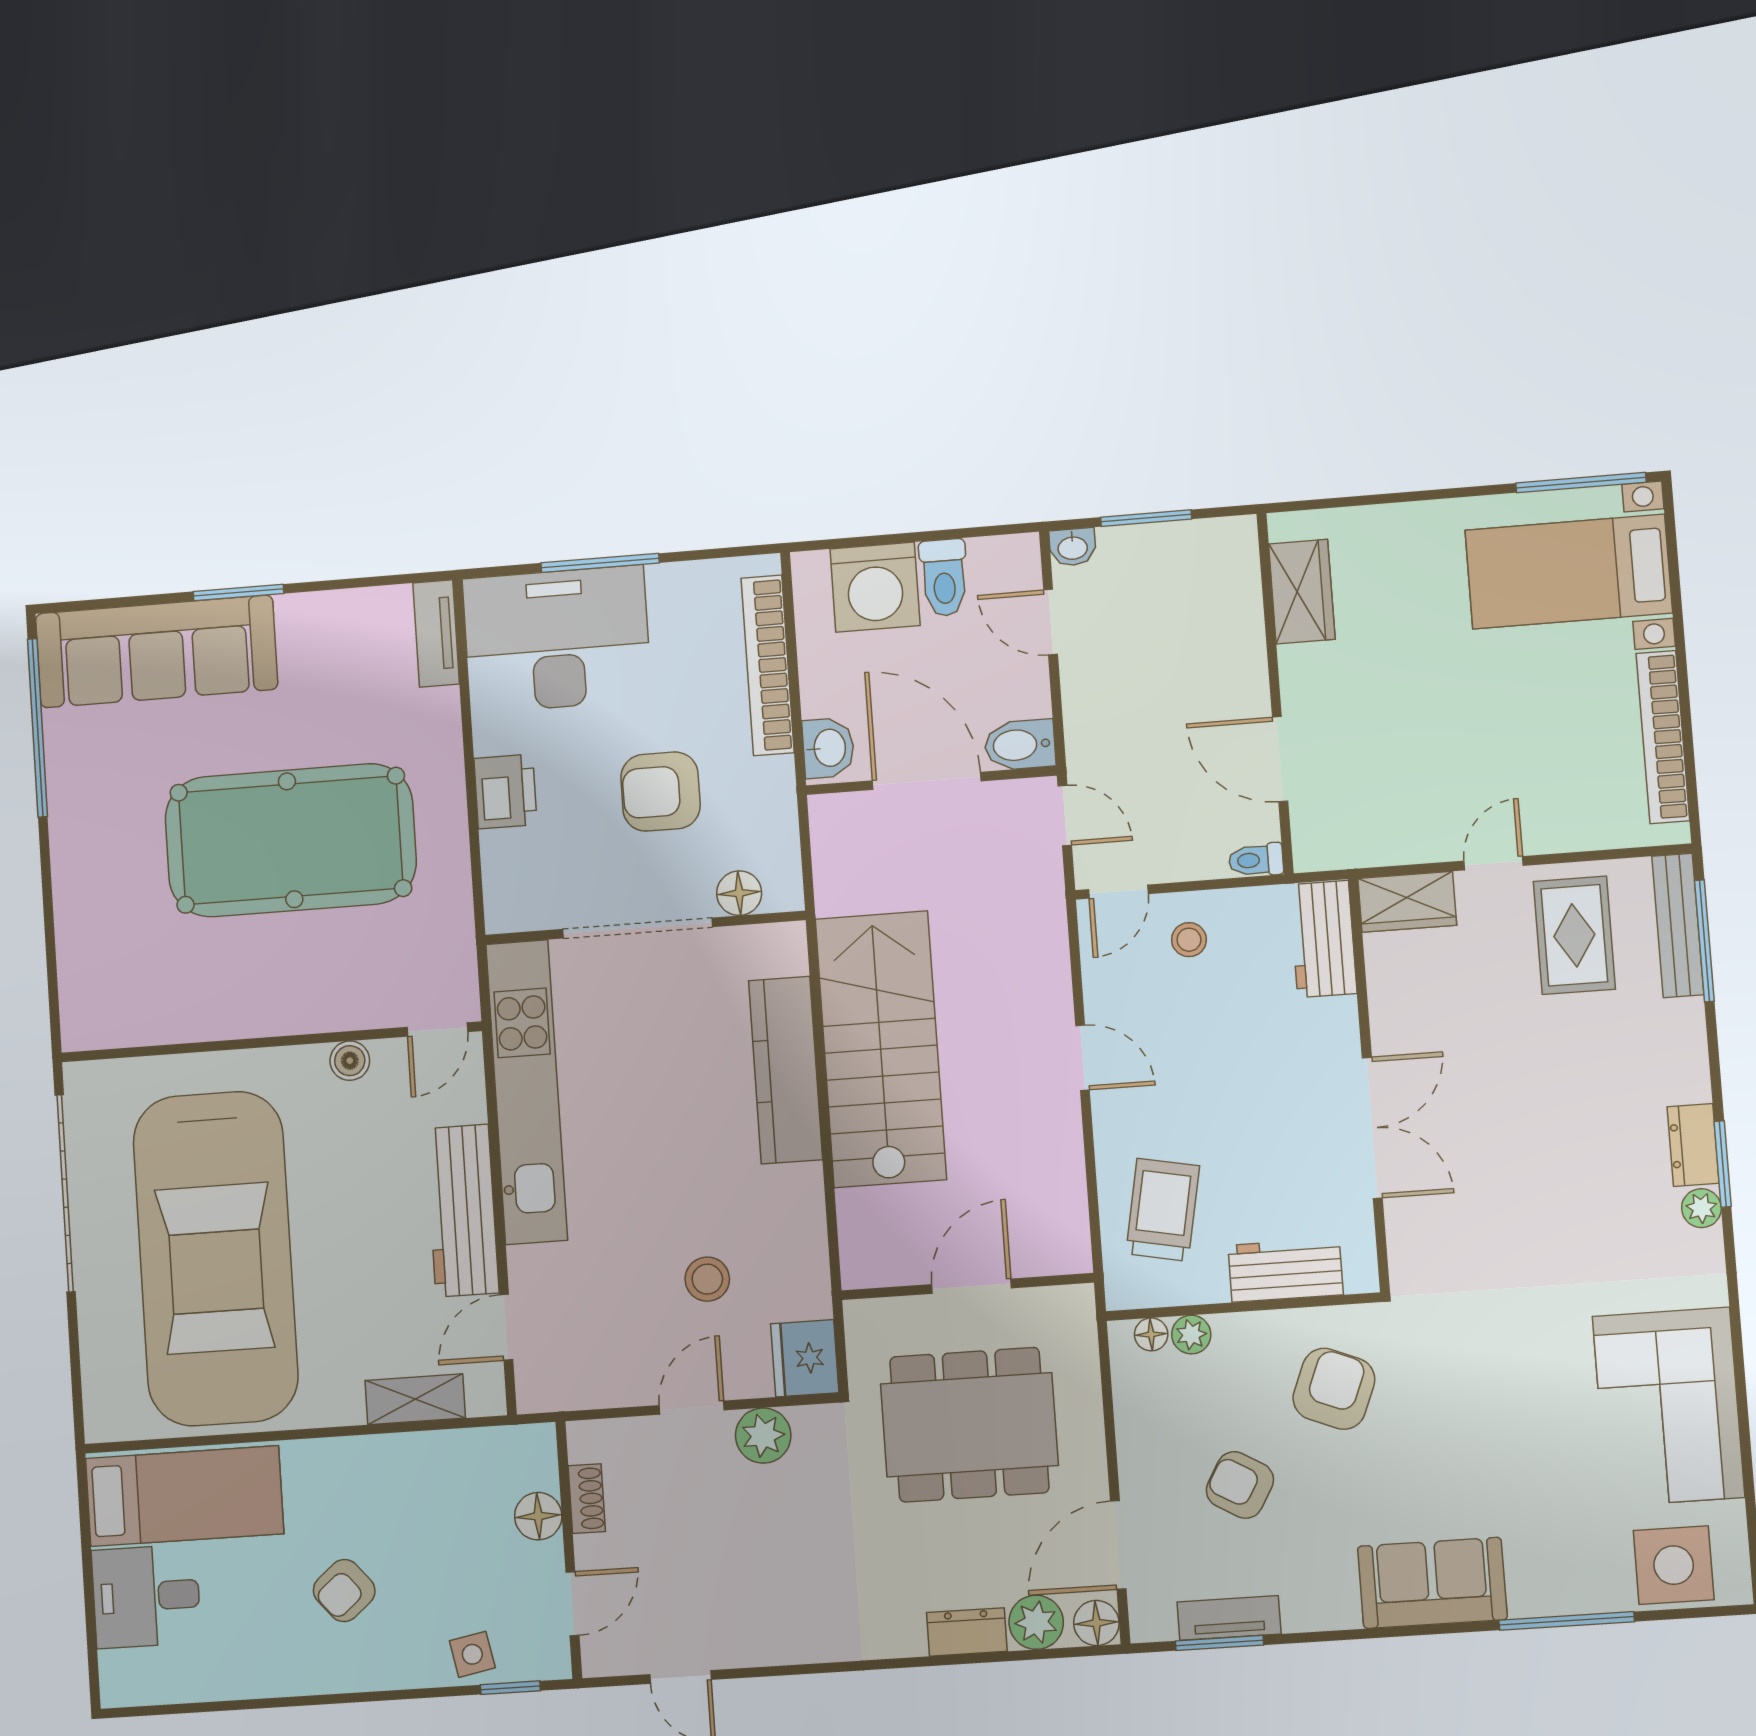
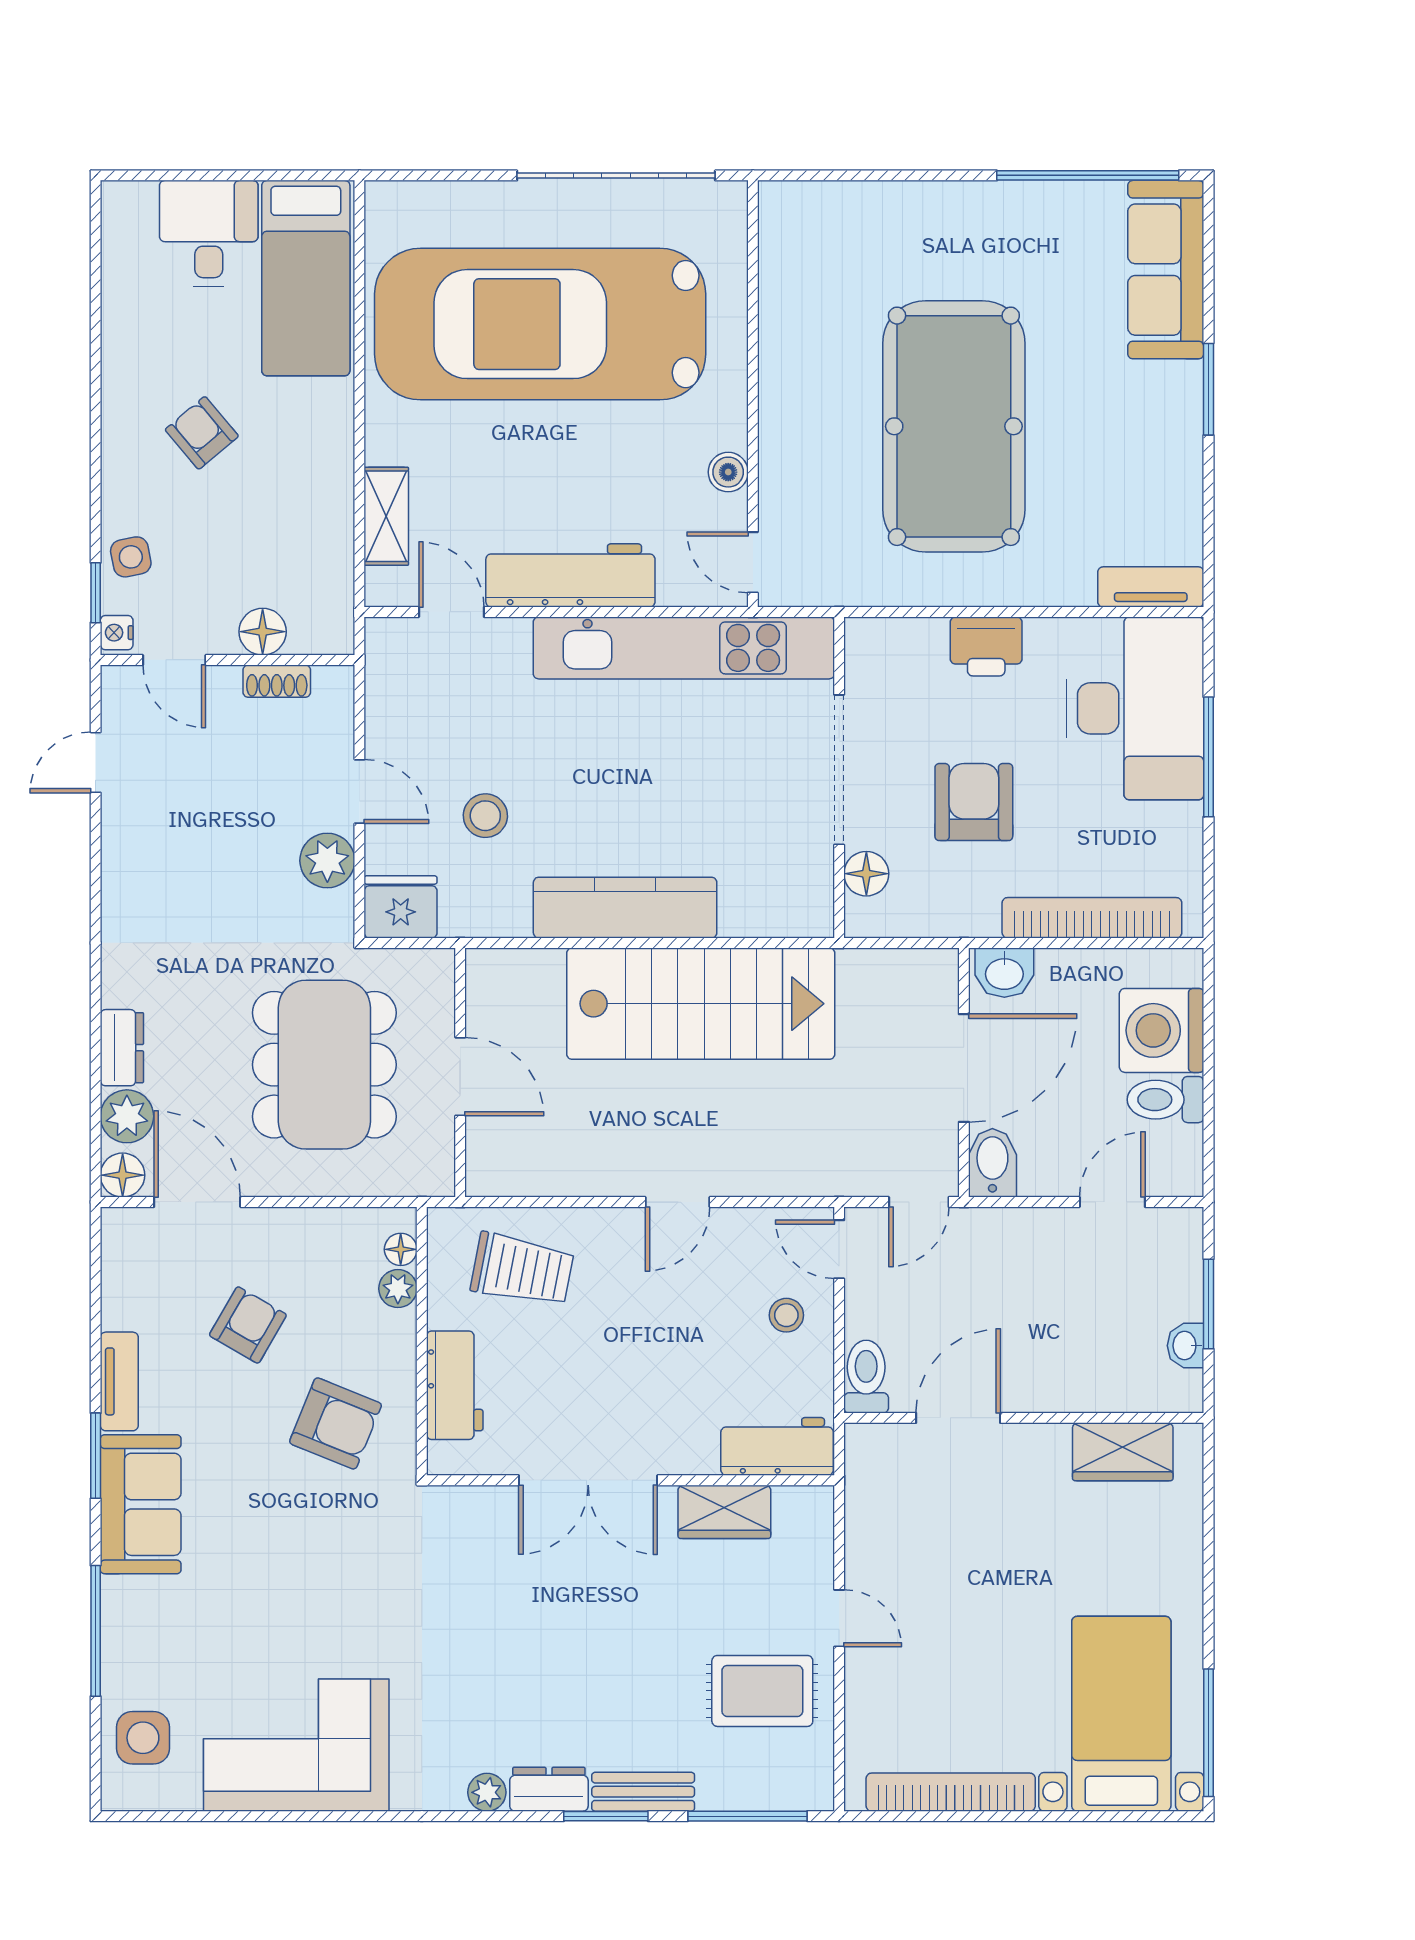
washbasin: (1073, 547) -> (1186, 1346), moved
sofa: (156, 651) -> (1166, 270), width x0.74, depth x0.79
toilet: (1256, 860) -> (866, 1377), width x1.37, depth x1.39
wardrobe: (1407, 902) -> (724, 1512), moved, turned -90
bench: (1678, 925) -> (643, 1792), moved, width x0.73
kitchen counter: (786, 1070) -> (625, 908), moved
window: (1723, 1164) -> (606, 1816), moved
side table: (1674, 1565) -> (143, 1738), width x0.73, depth x0.73
tv unit: (1229, 1618) -> (119, 1381), moved
window: (1219, 1643) -> (96, 1456), moved
nightstand: (549, 1664) -> (117, 633), added

